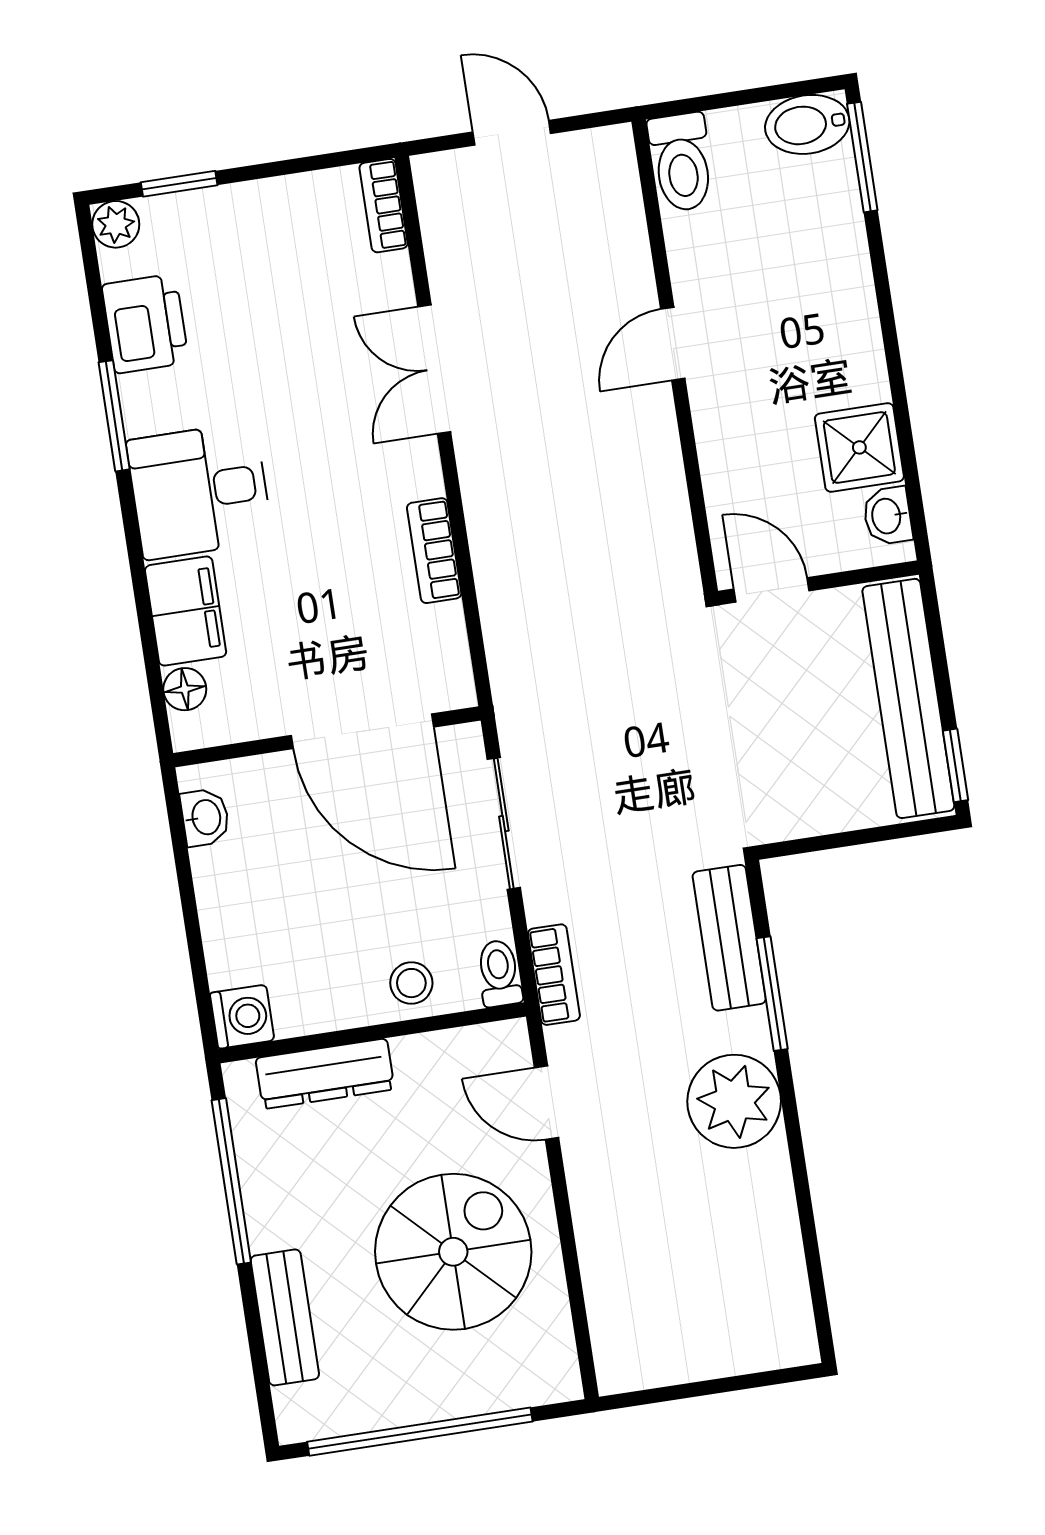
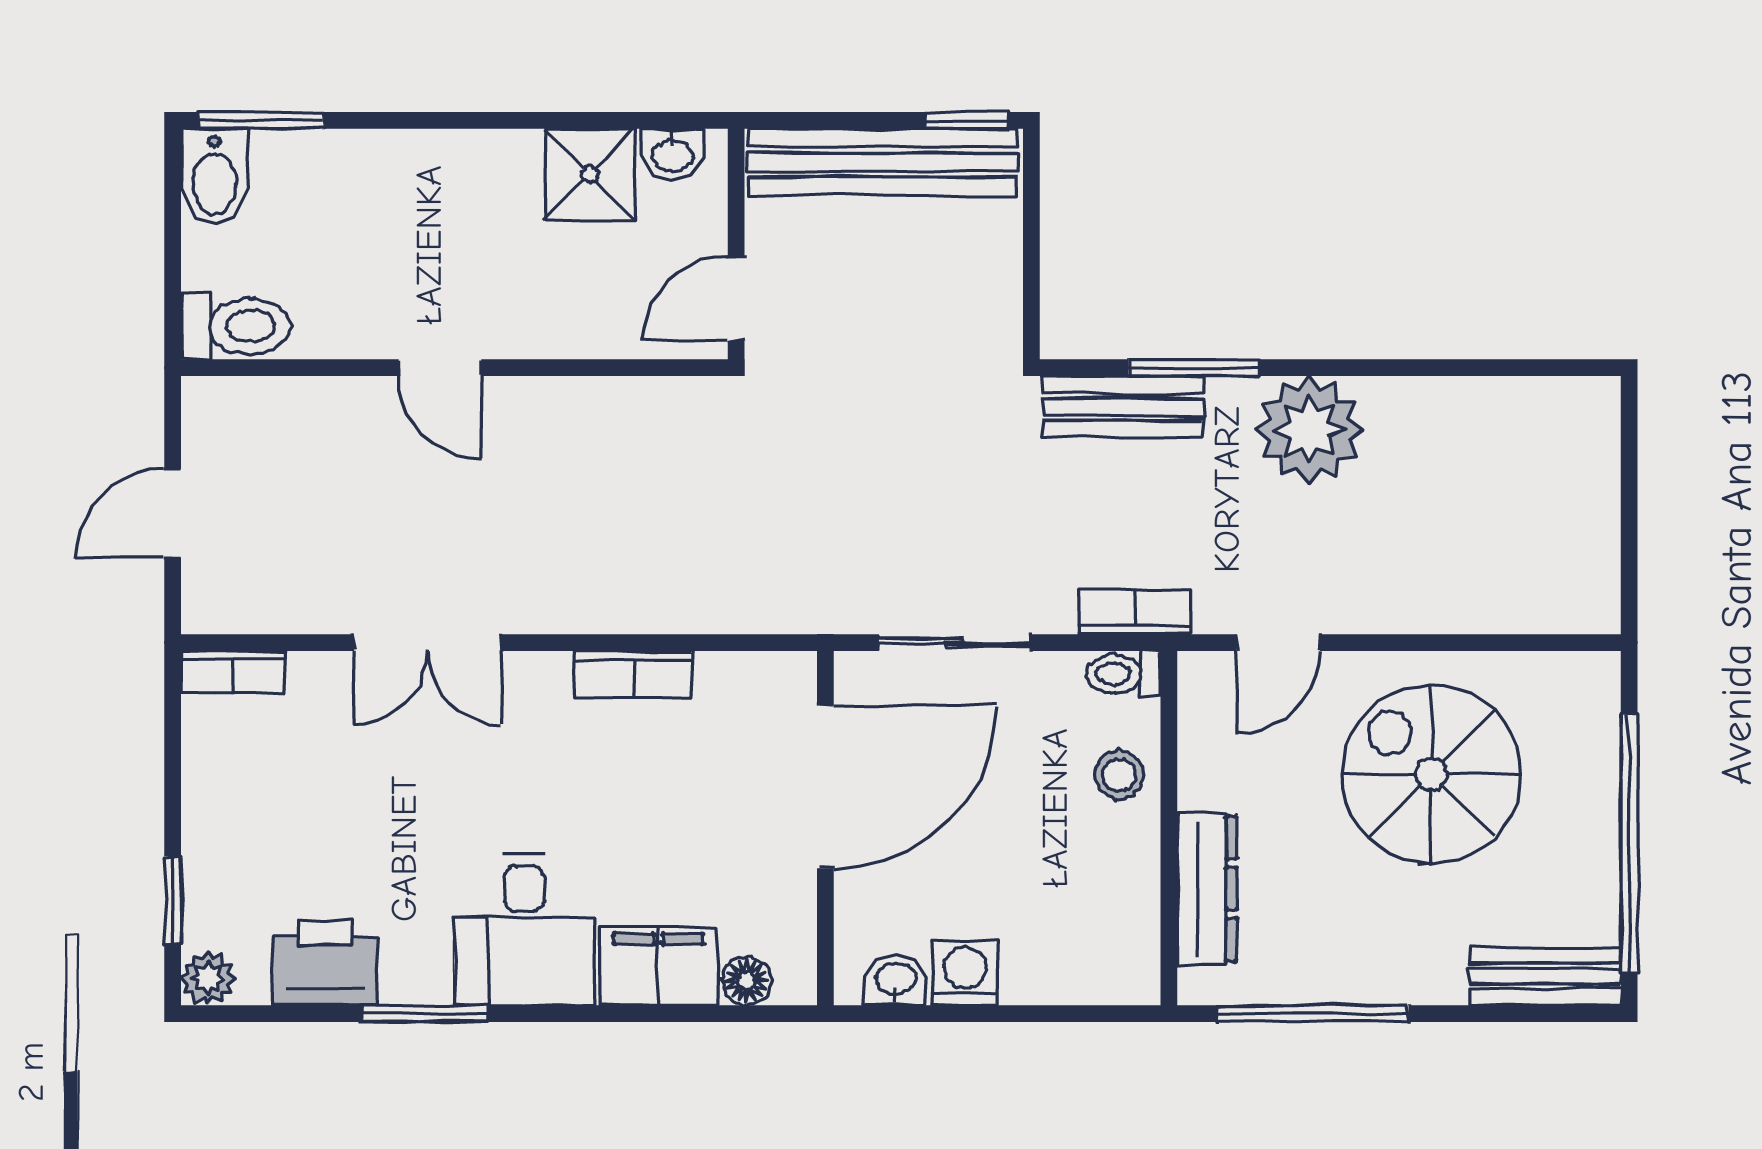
washing machine: (242, 1017) -> (965, 973), moved
bench: (285, 1317) -> (1545, 976), moved

